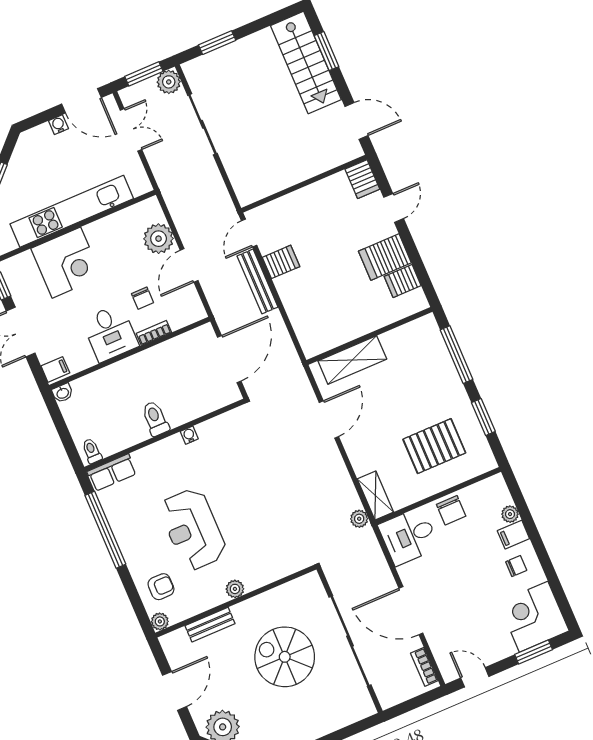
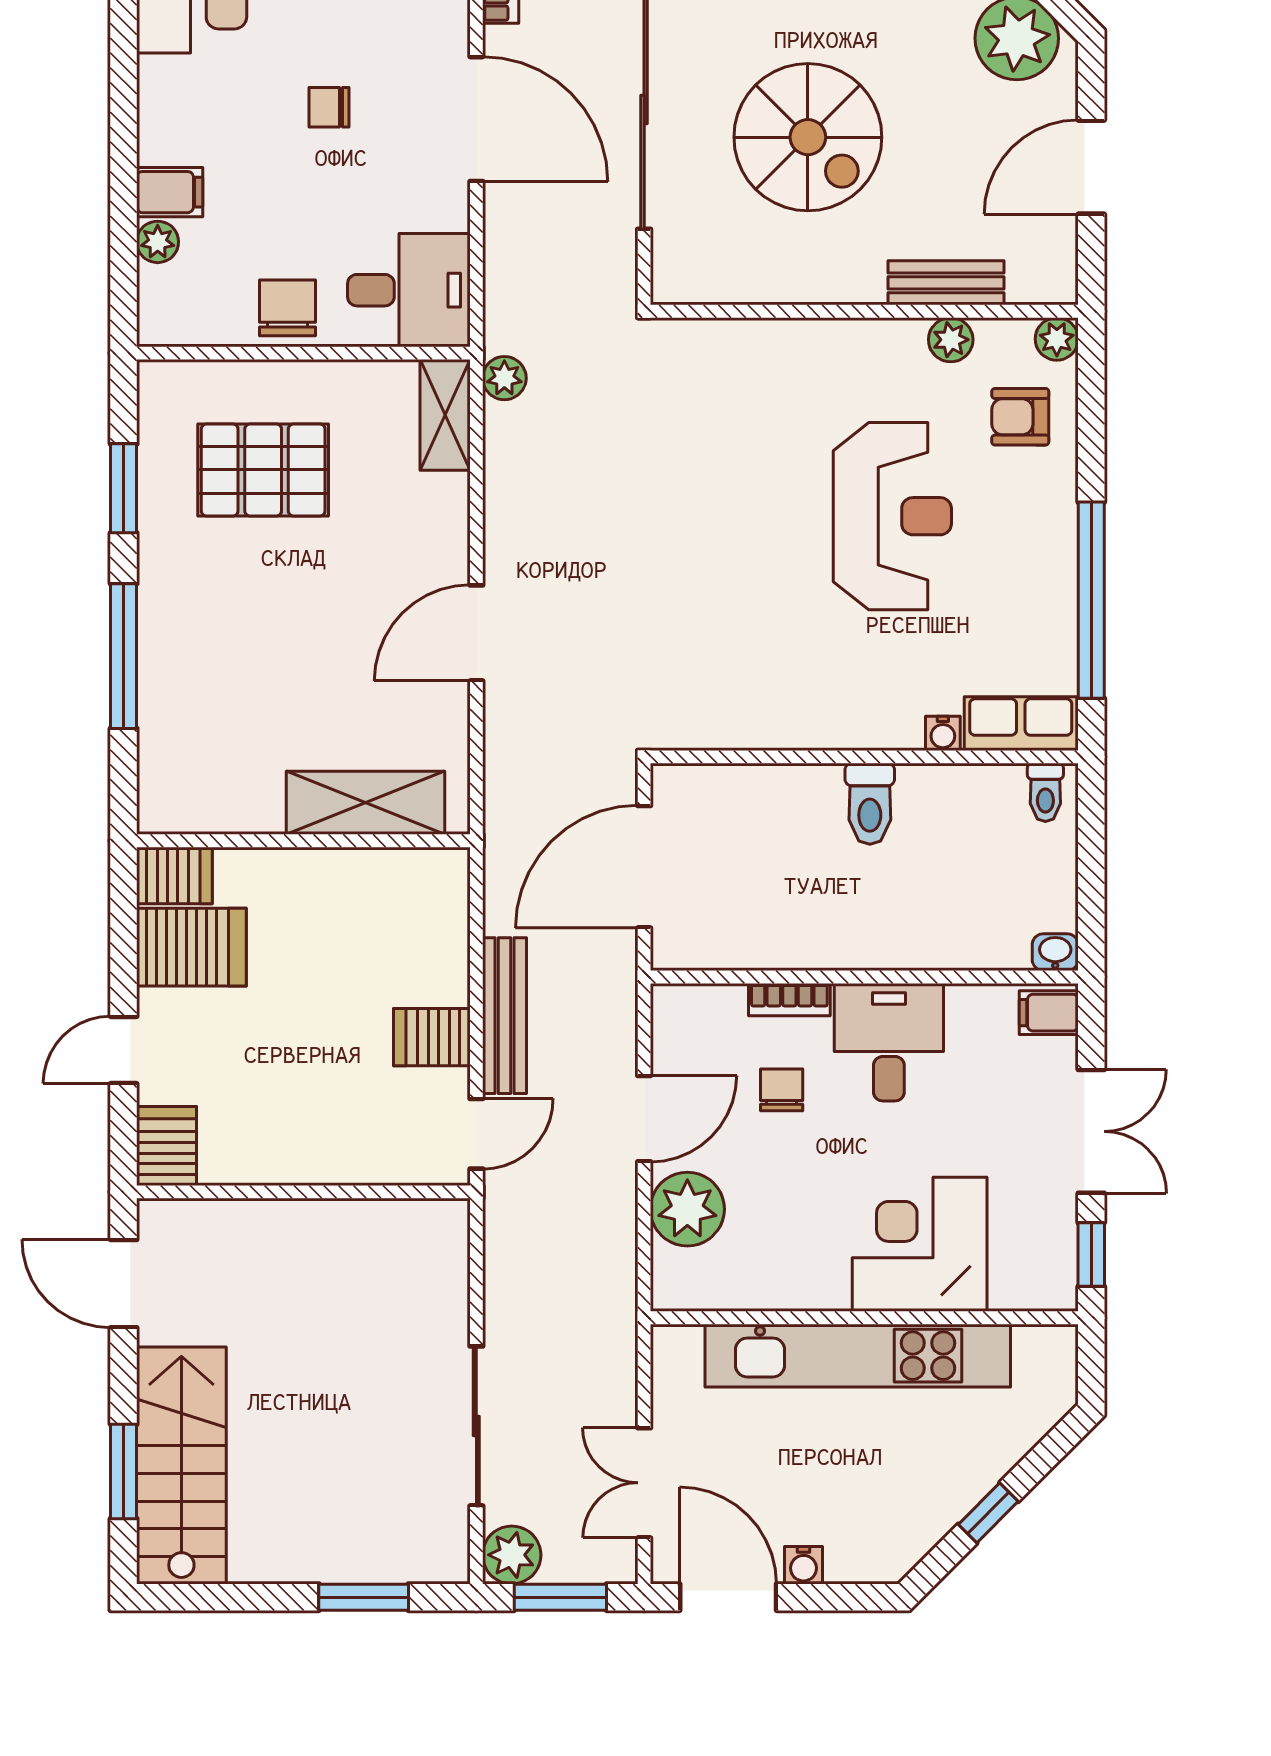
wall: (369, 336) -> (303, 841), moved
shelving: (352, 360) -> (366, 803), moved
water cooler: (189, 435) -> (943, 733), moved
chair: (516, 566) -> (329, 107), moved
plant: (235, 589) -> (951, 340), moved

